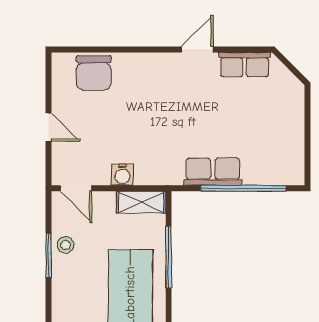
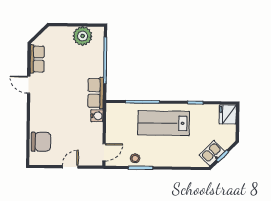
plant: (287, 147) -> (83, 36), added
row of seats: (213, 172) -> (96, 93), moved
water cooler: (122, 175) -> (97, 116), moved
shelving: (141, 202) -> (112, 117), removed

